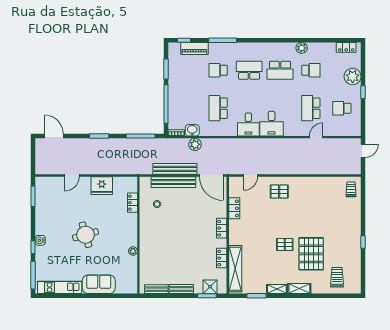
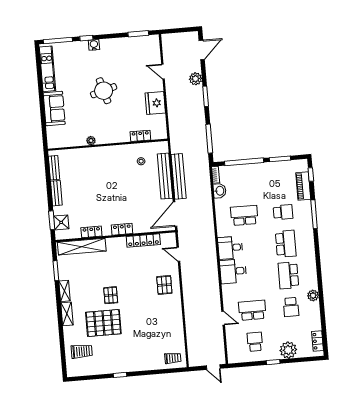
school desk: (218, 70) -> (283, 212), turned 90
plant: (195, 144) -> (196, 79), moved
locker: (234, 208) -> (143, 240), width x1.53

